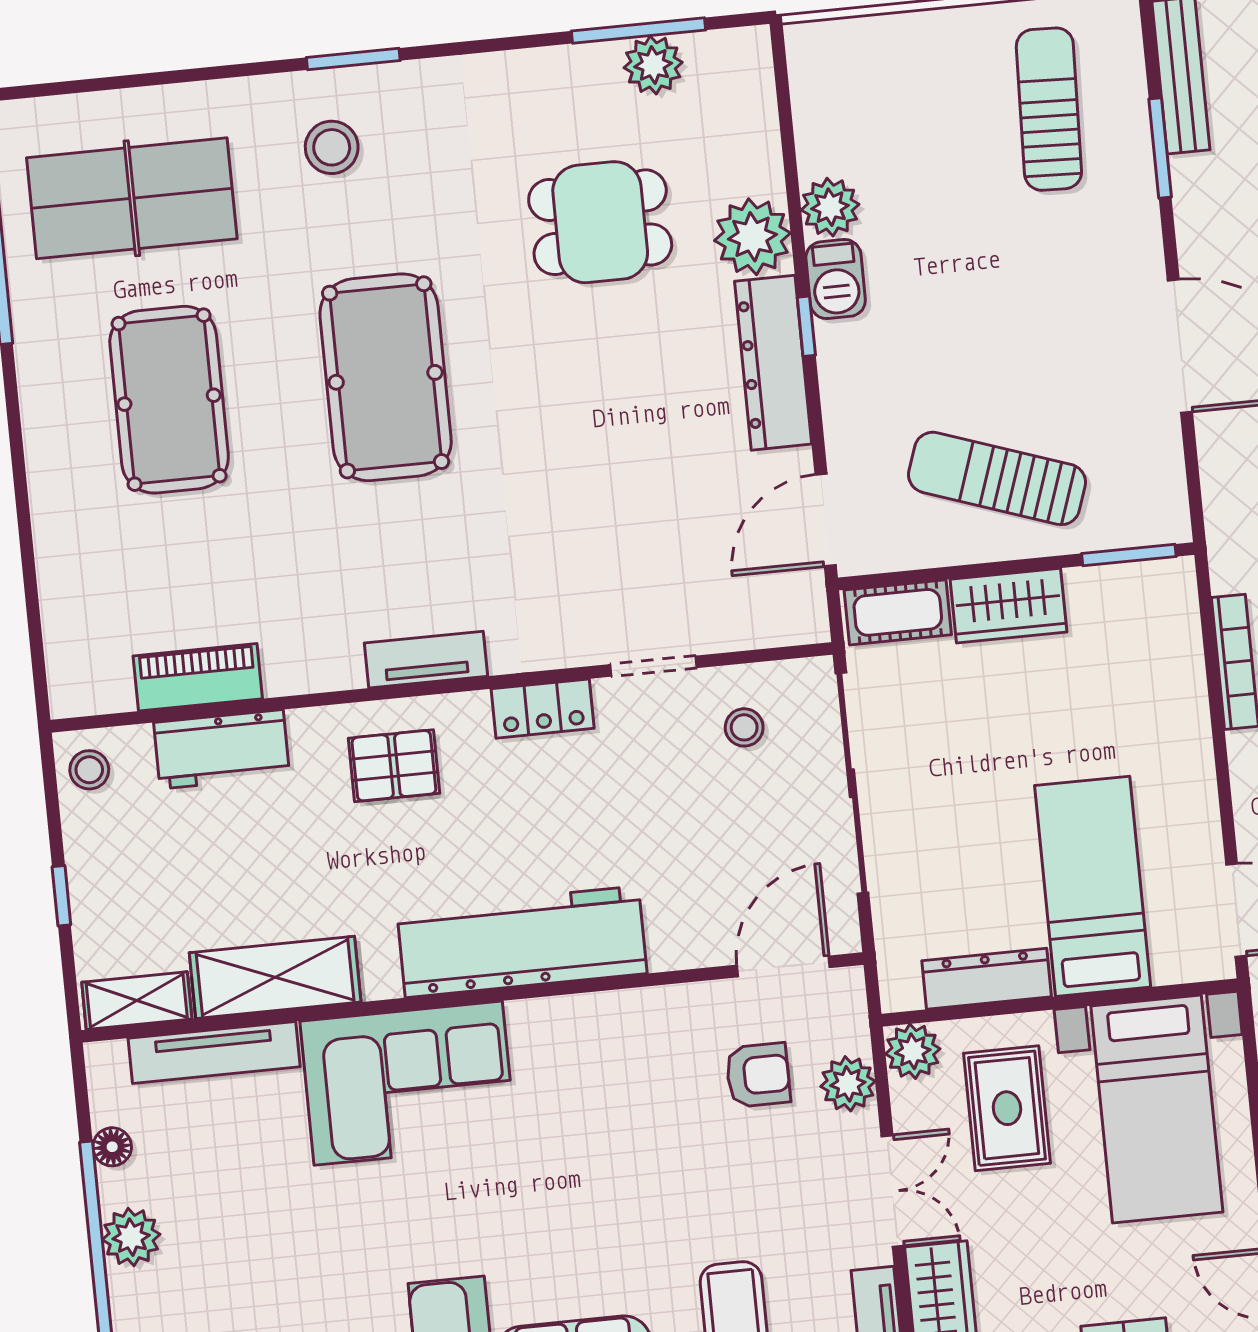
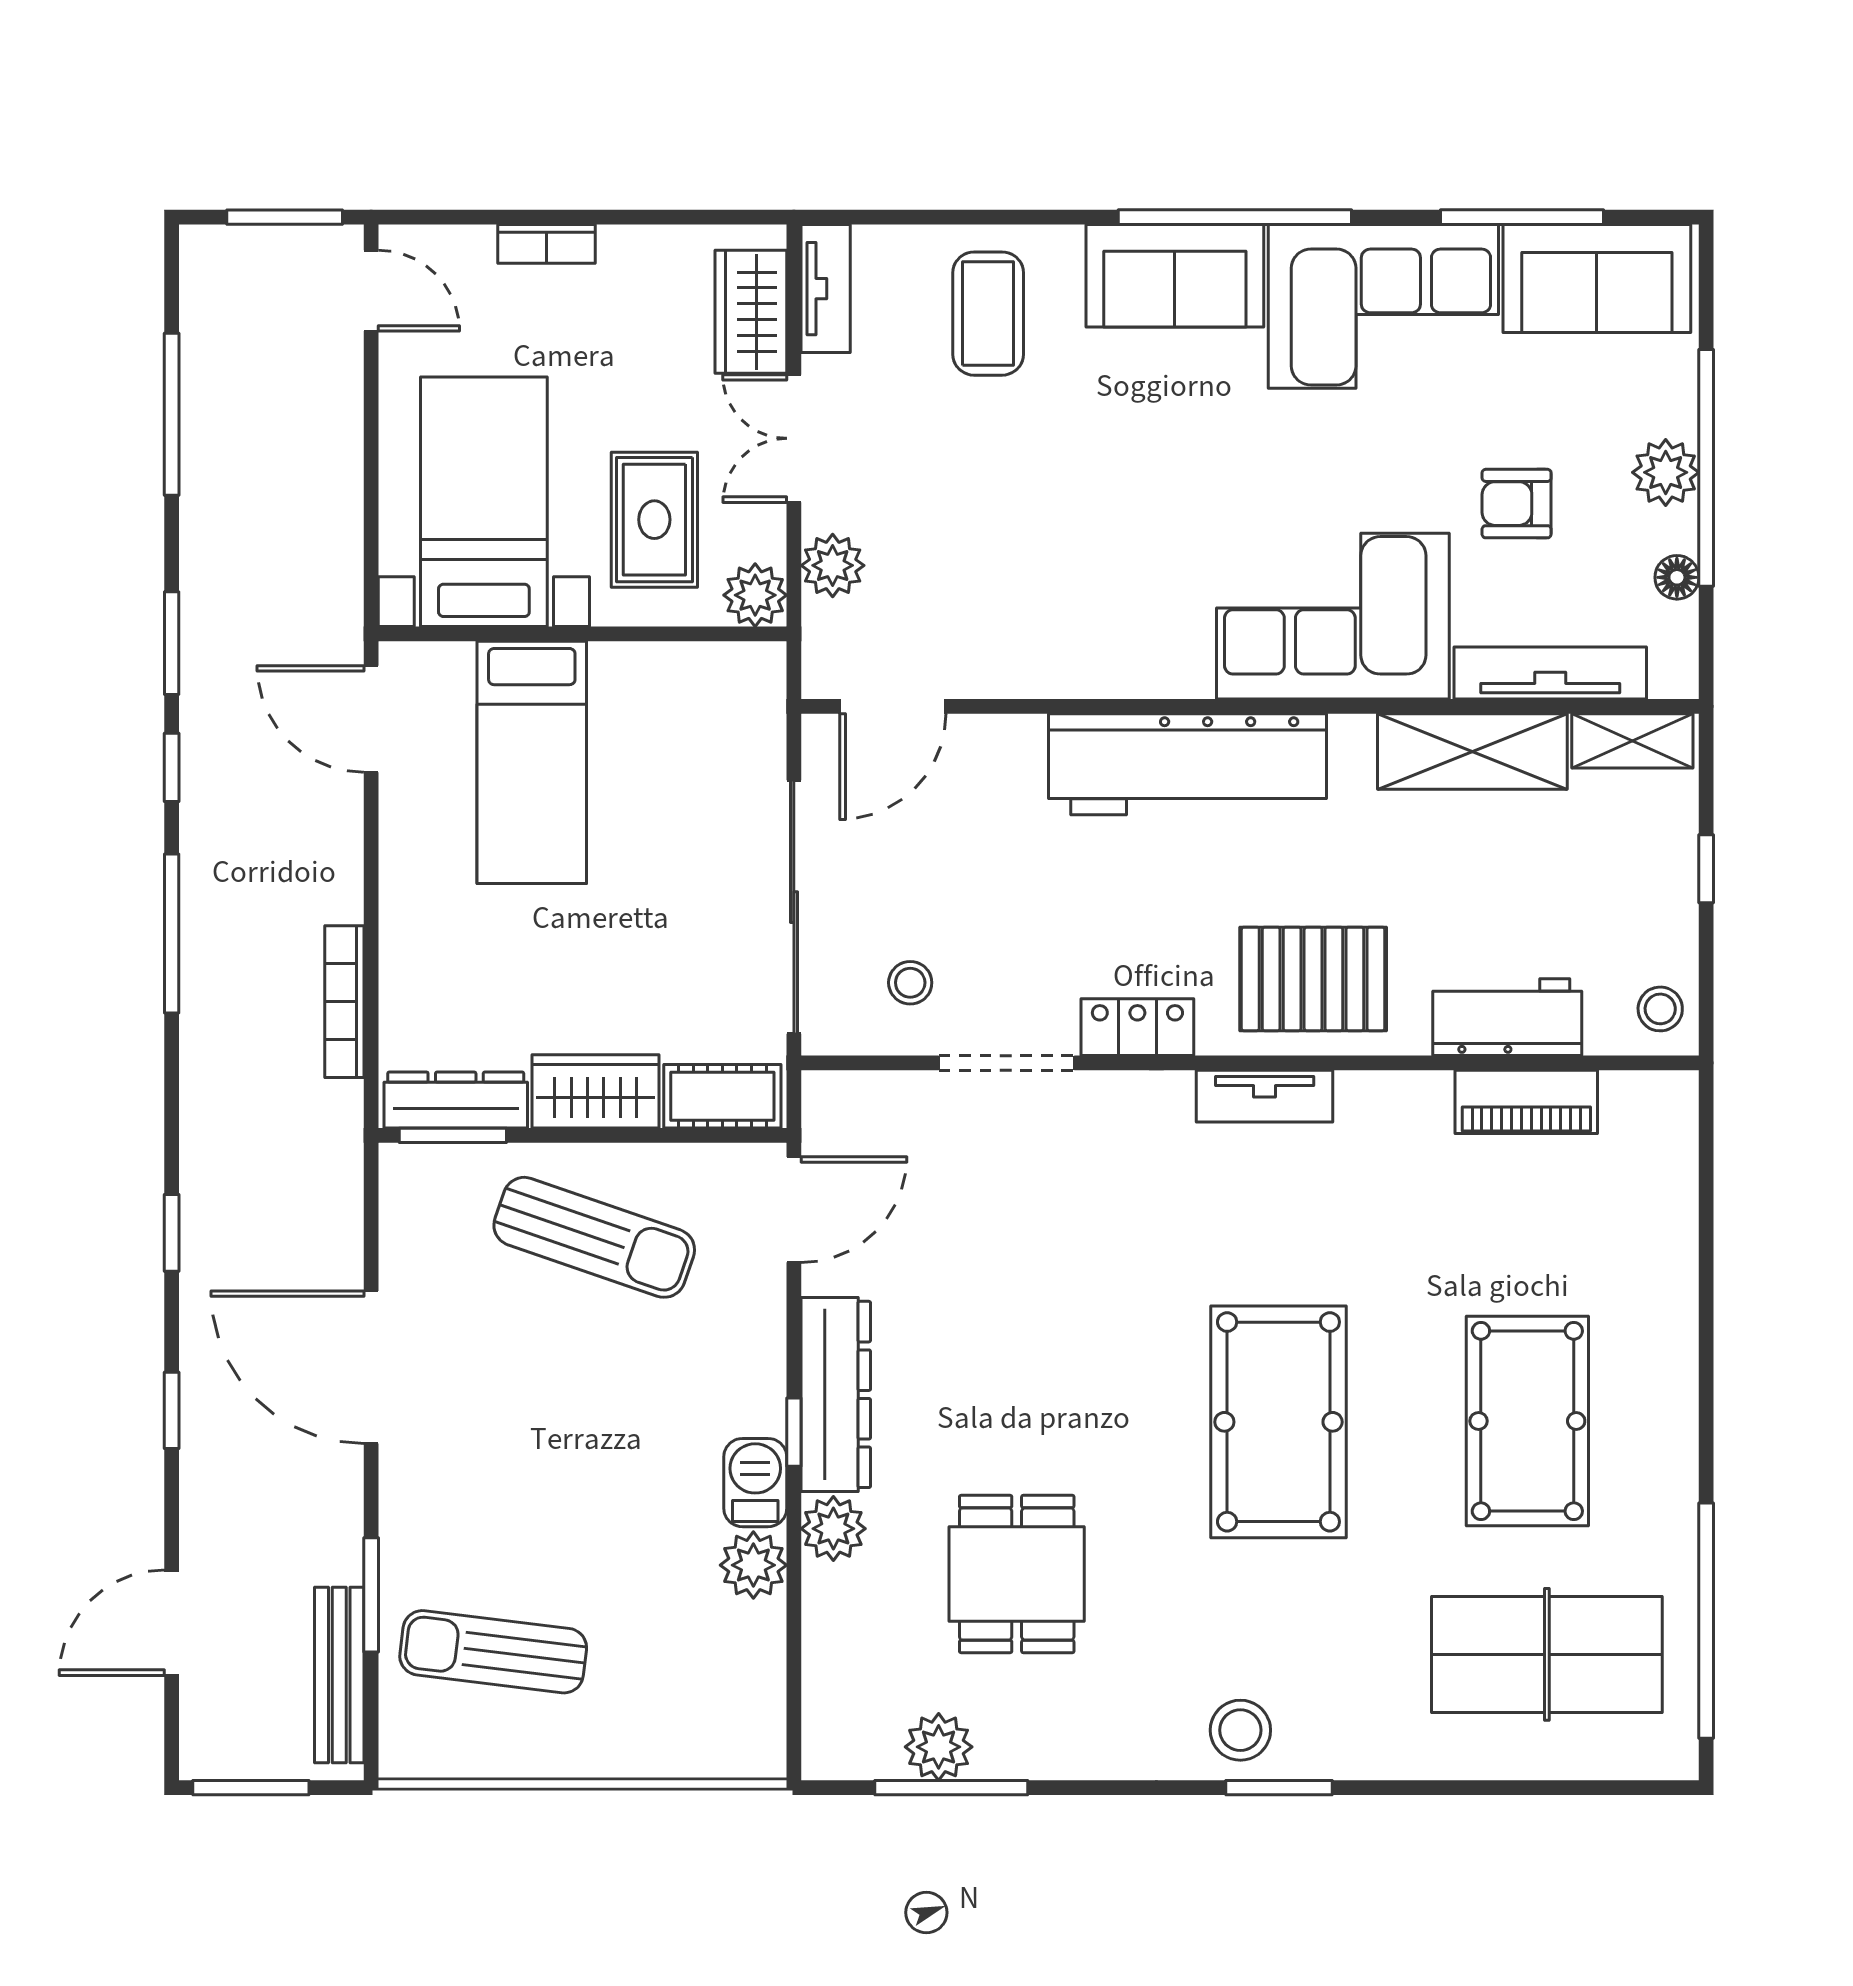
sun lounger: (1049, 109) -> (493, 1652), turned 95
stool: (332, 147) -> (1240, 1730), moved
dining table: (600, 222) -> (1017, 1574), turned 90
plant: (753, 237) -> (833, 1529), width x0.73, depth x0.73
doorway: (653, 666) -> (1006, 1063), width x1.38
pallet: (394, 766) -> (1313, 979), width x1.50, depth x1.42
dresser: (987, 979) -> (456, 1100), moved, turned 180
armchair: (758, 1075) -> (1517, 504), moved

